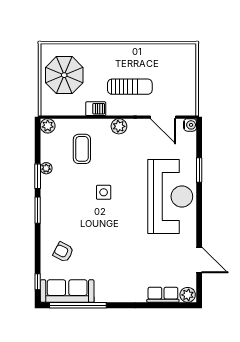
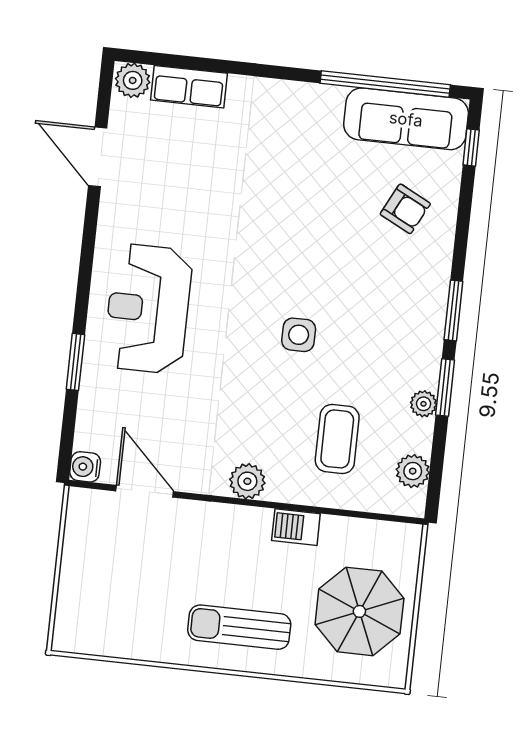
sun lounger: (130, 87) -> (239, 627), moved
plant: (48, 126) -> (413, 471), moved
reception desk: (170, 197) -> (148, 309), width x0.74, depth x0.77

